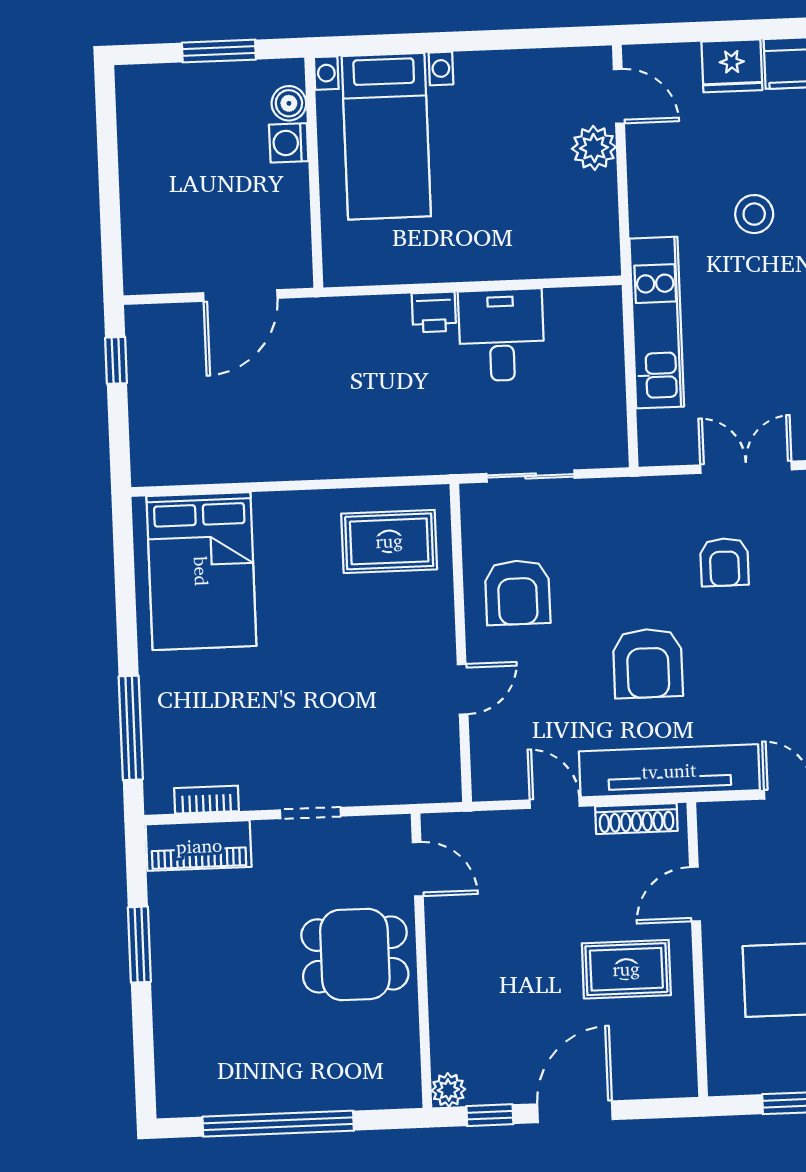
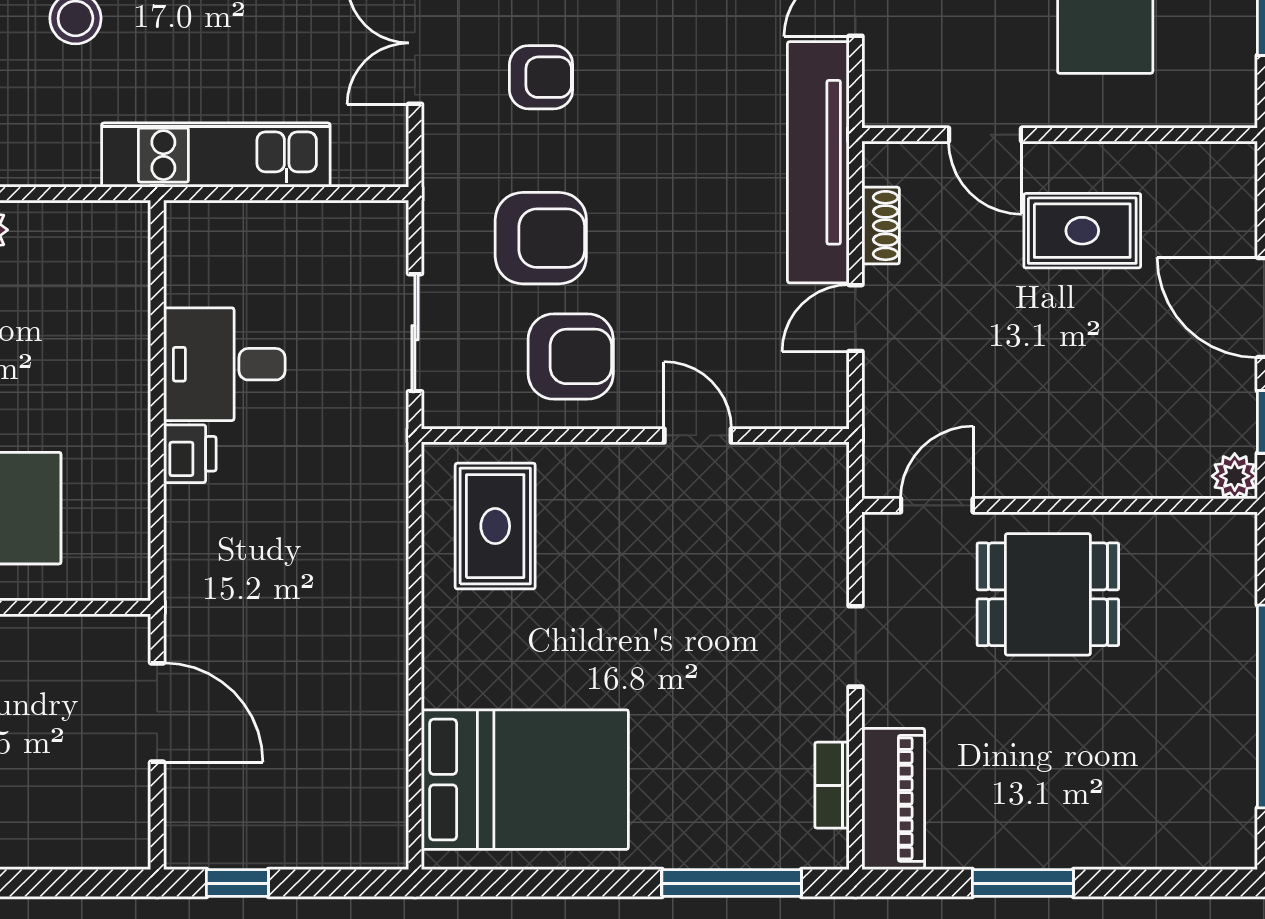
armchair: (648, 663) -> (541, 238), moved
shoe rack: (636, 819) -> (881, 226), width x0.70
dining table: (355, 954) -> (1048, 594), turned 90
rug: (626, 969) -> (1082, 231), turned 90

